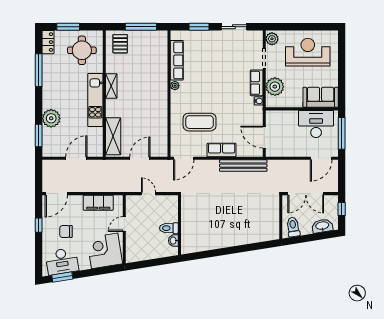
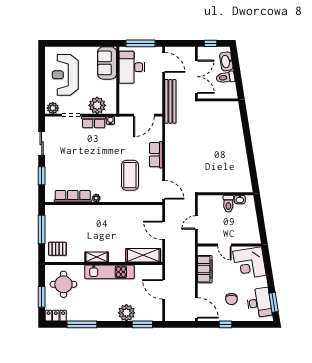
bench: (243, 166) -> (170, 101), moved
toilet: (293, 227) -> (225, 77), moved

